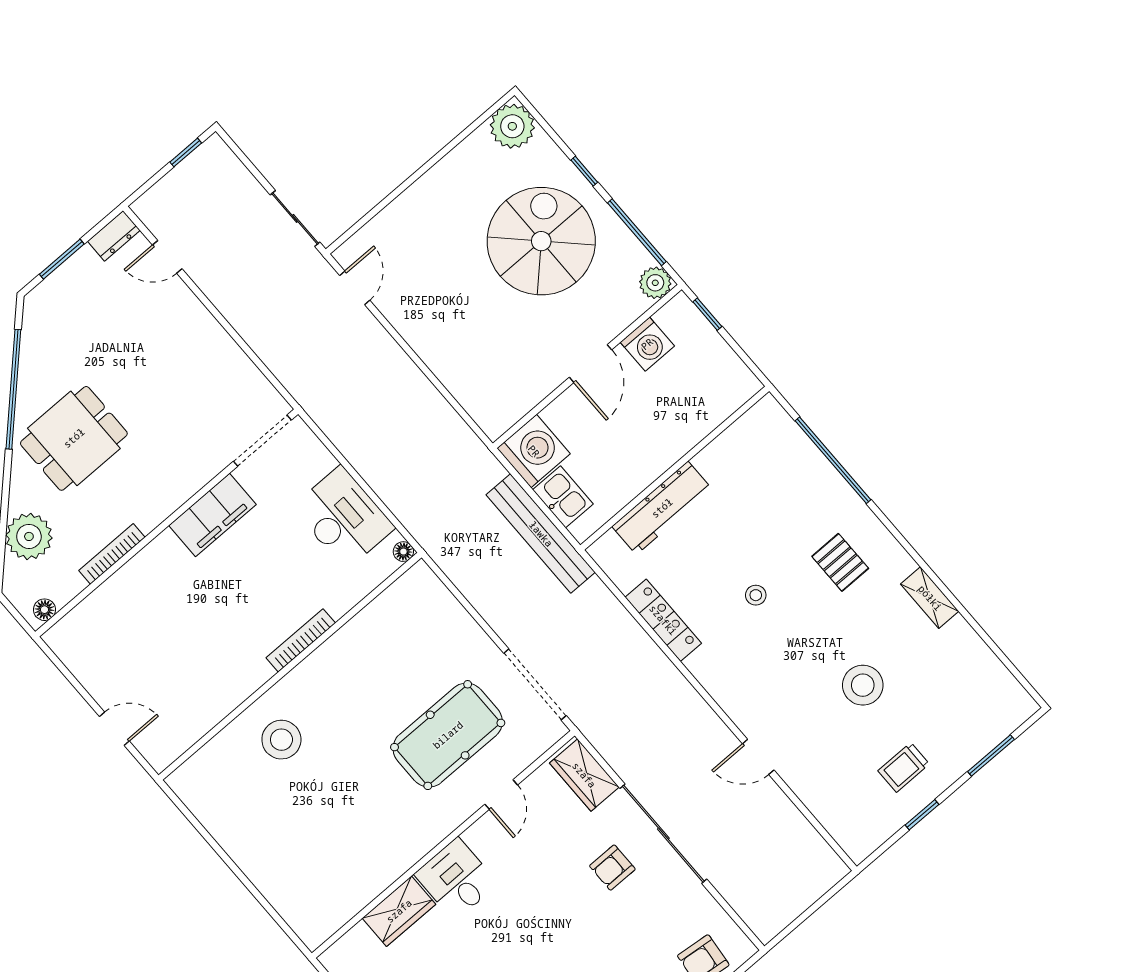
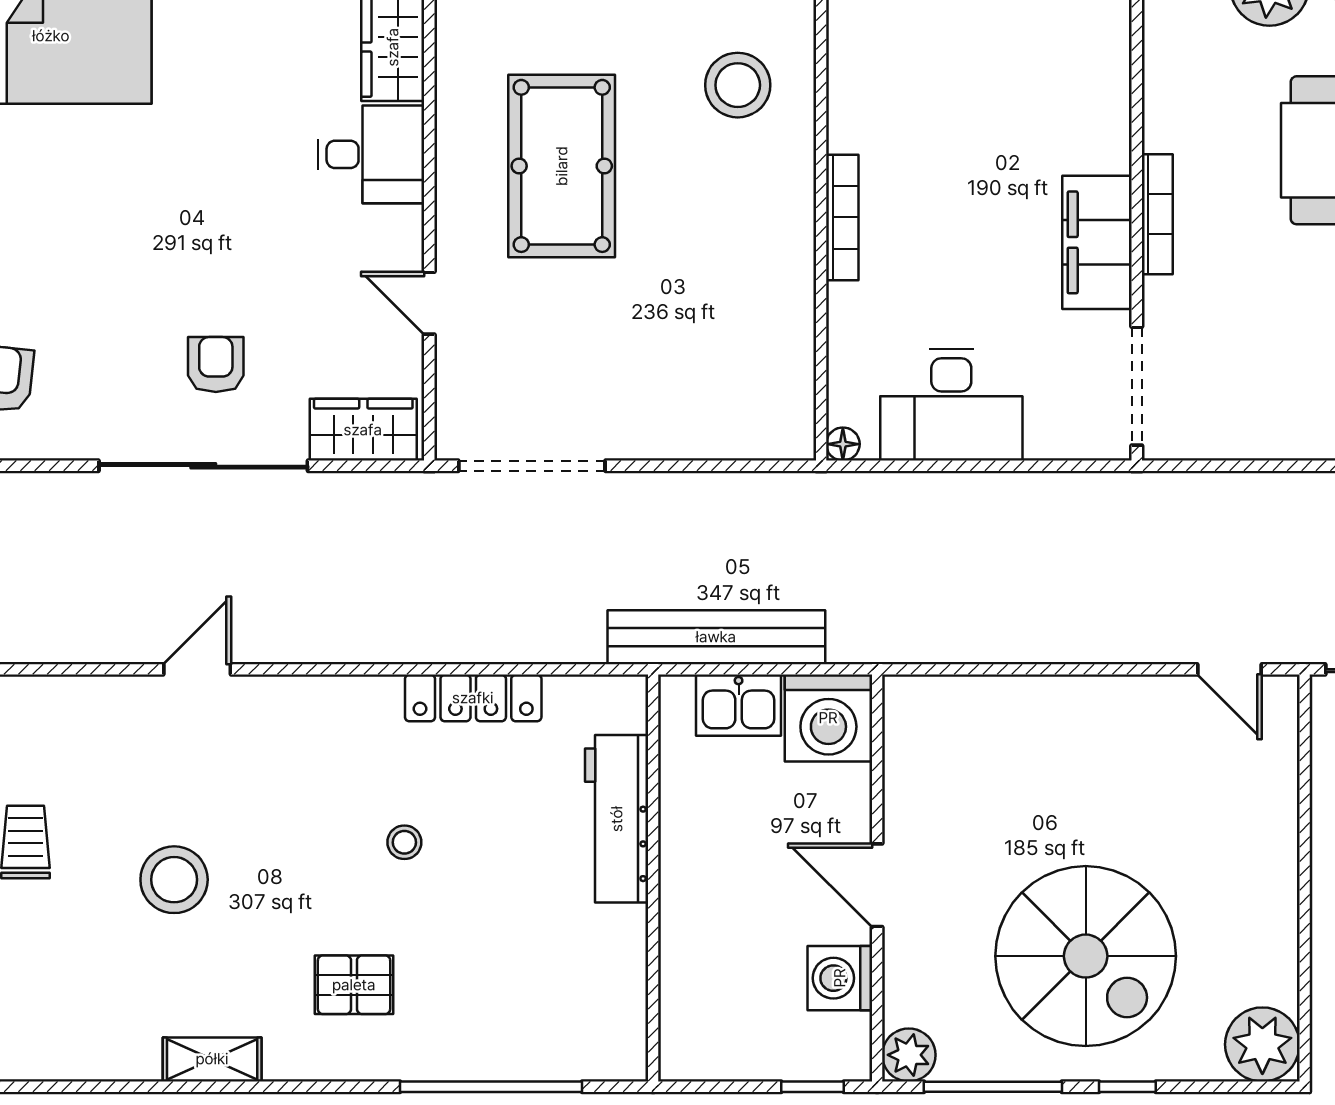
bookcase: (112, 554) -> (1157, 214), moved
pool table: (448, 735) -> (562, 166), moved

